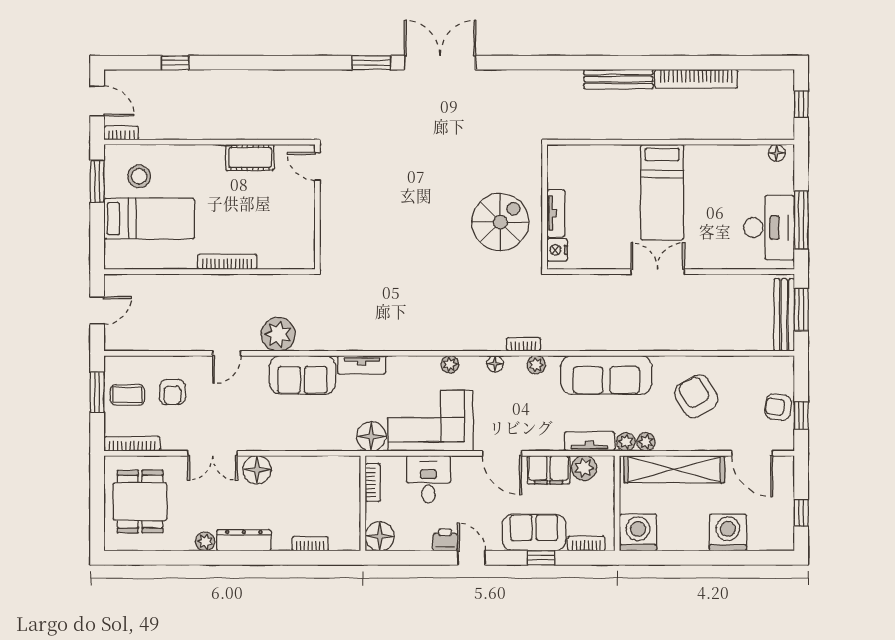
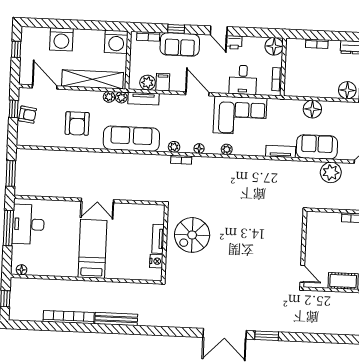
nightstand: (557, 250) -> (156, 261), moved
bench: (784, 315) -> (21, 171), removed
armchair: (696, 396) -> (77, 123), turned 31
floor lamp: (371, 436) -> (312, 109), moved
filing cabinet: (549, 470) -> (163, 82), width x0.50

